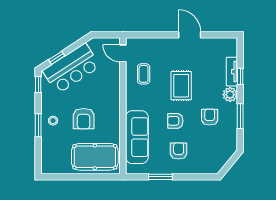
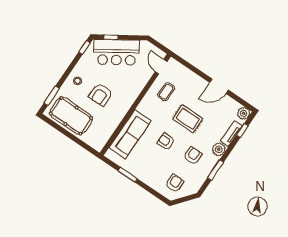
door: (190, 35) -> (219, 86), swing flipped
plant: (230, 45) -> (244, 113), added
window: (240, 76) -> (242, 131), moved
rug: (181, 86) -> (188, 119), turned 90
window: (38, 125) -> (52, 96), moved
armchair: (179, 151) -> (175, 183), moved
pool table: (95, 157) -> (71, 116), moved

